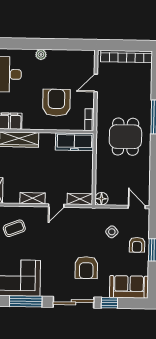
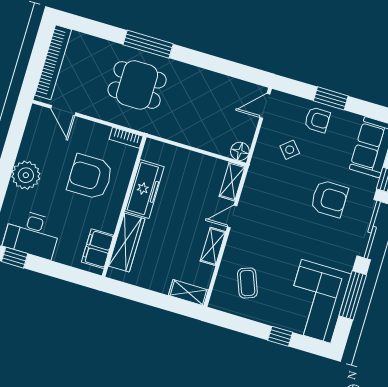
plant: (41, 54) -> (26, 175), width x1.88, depth x1.88
door: (96, 83) -> (63, 111), moved
dining table: (125, 137) -> (137, 85), moved
freezer: (75, 142) -> (144, 189), moved
door: (56, 206) -> (232, 216), swing flipped

